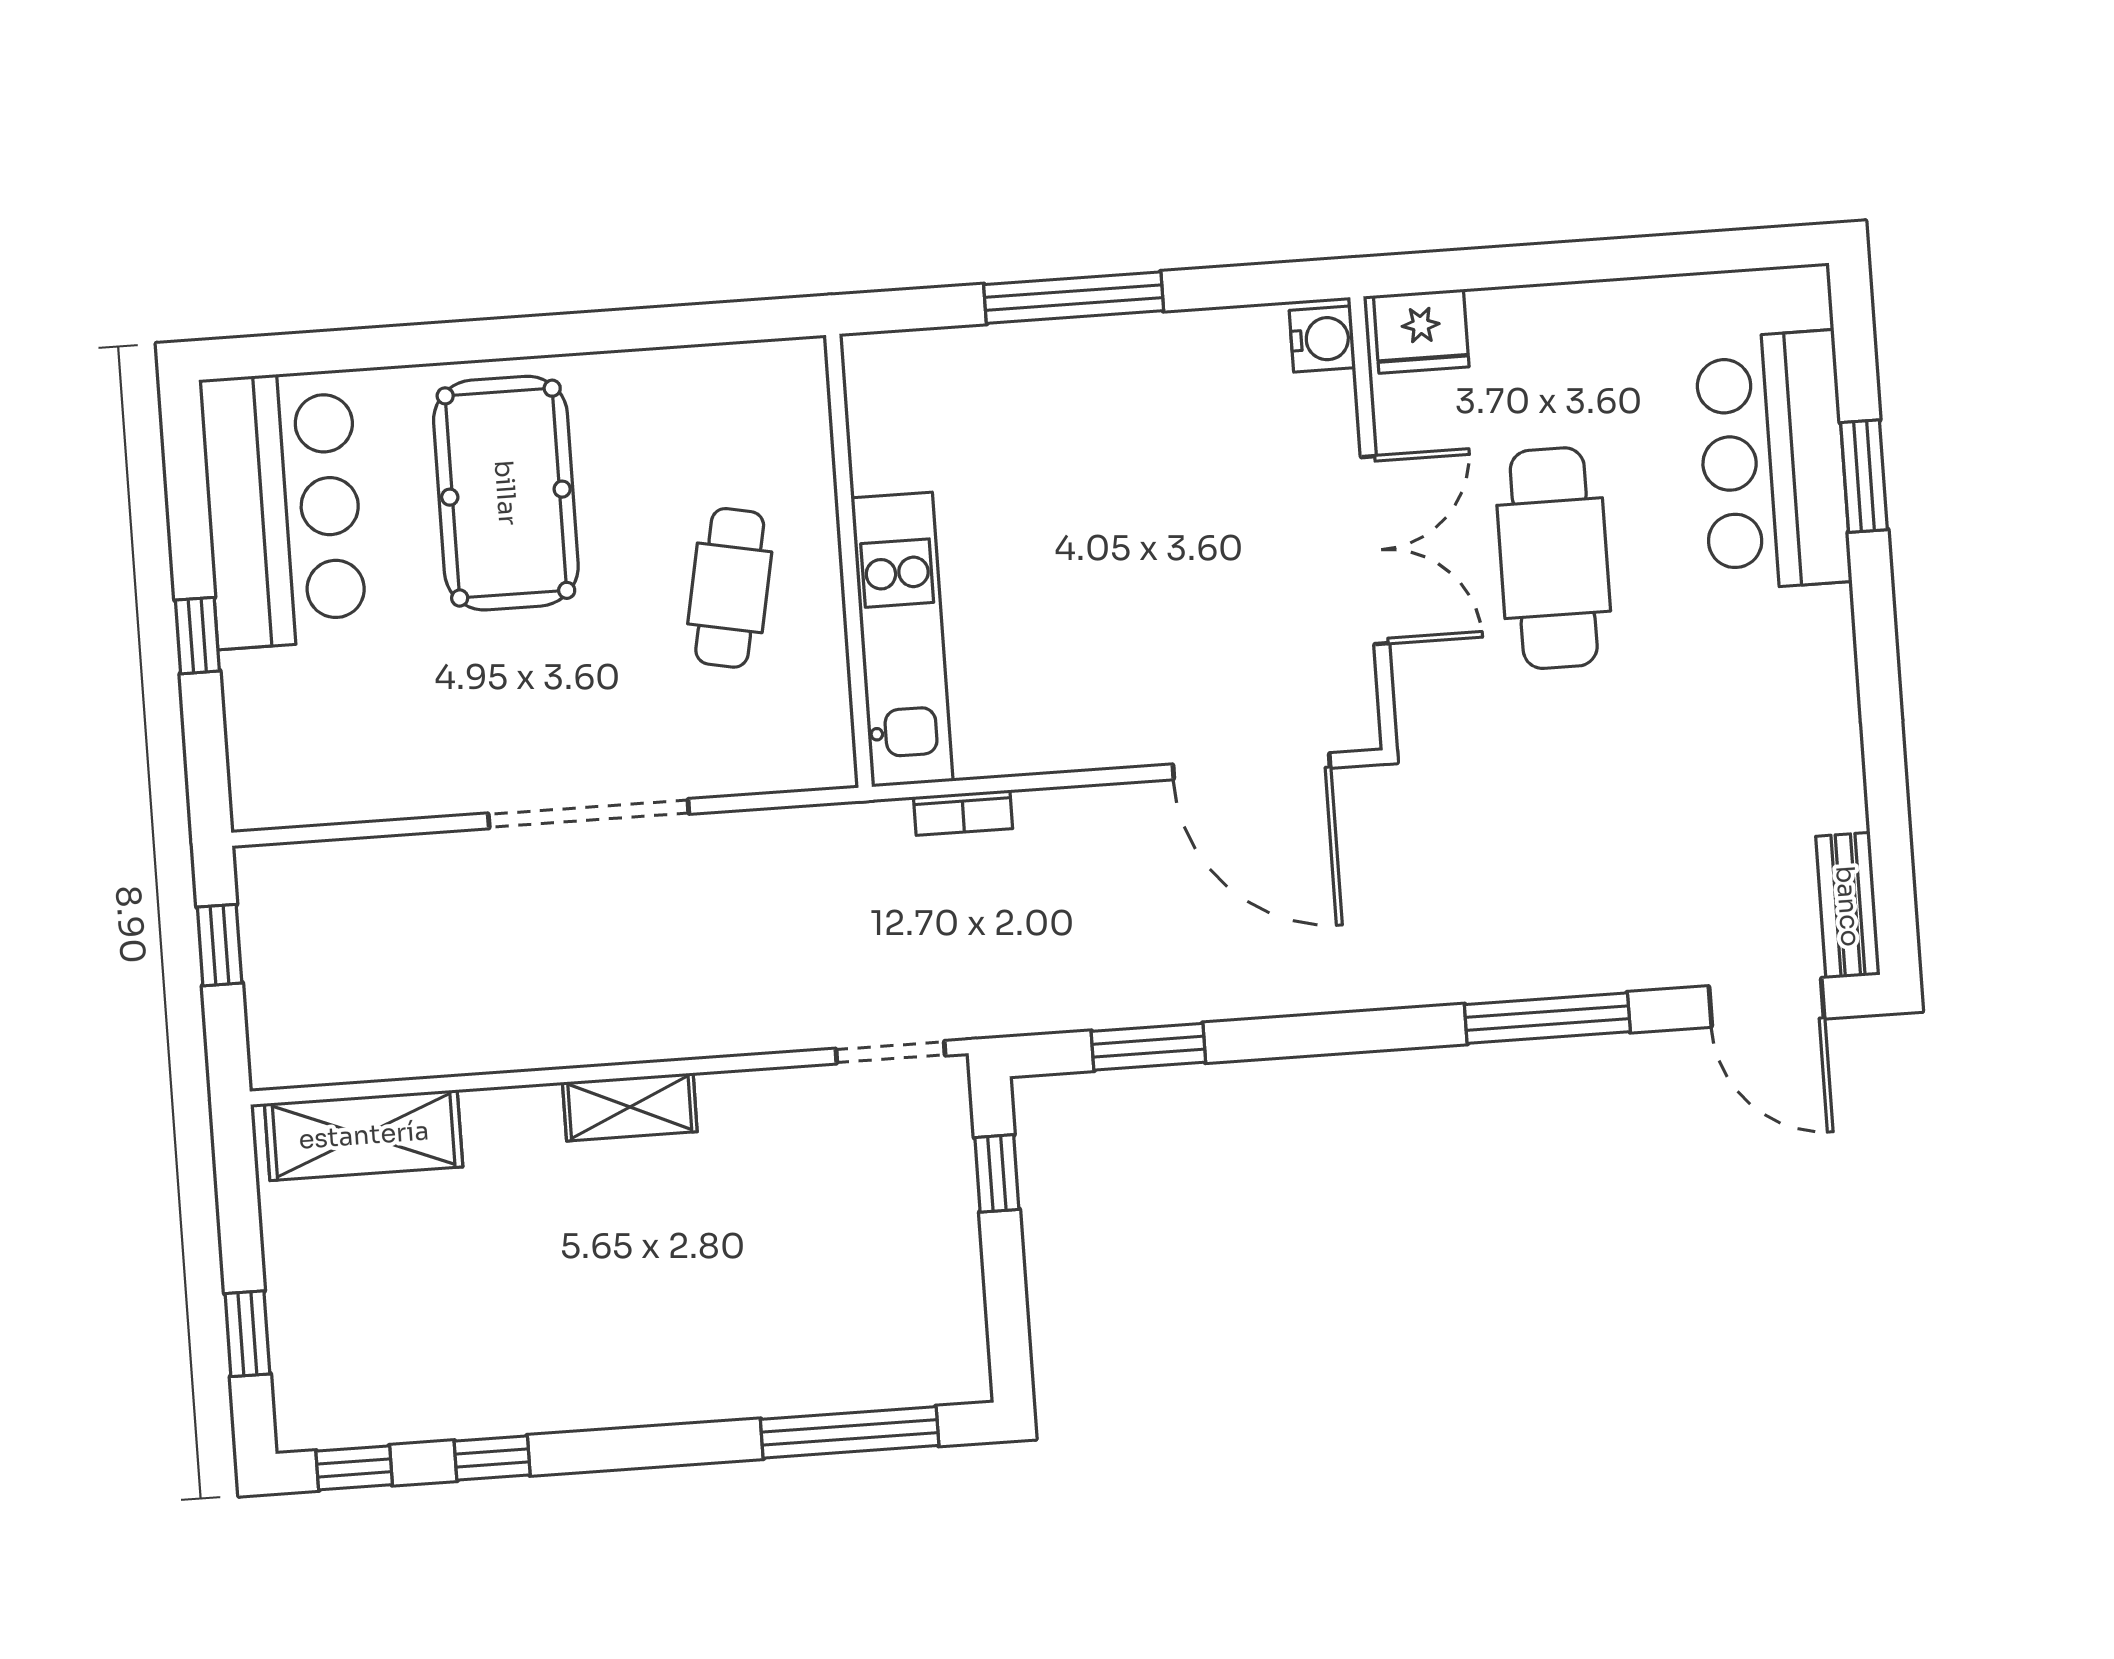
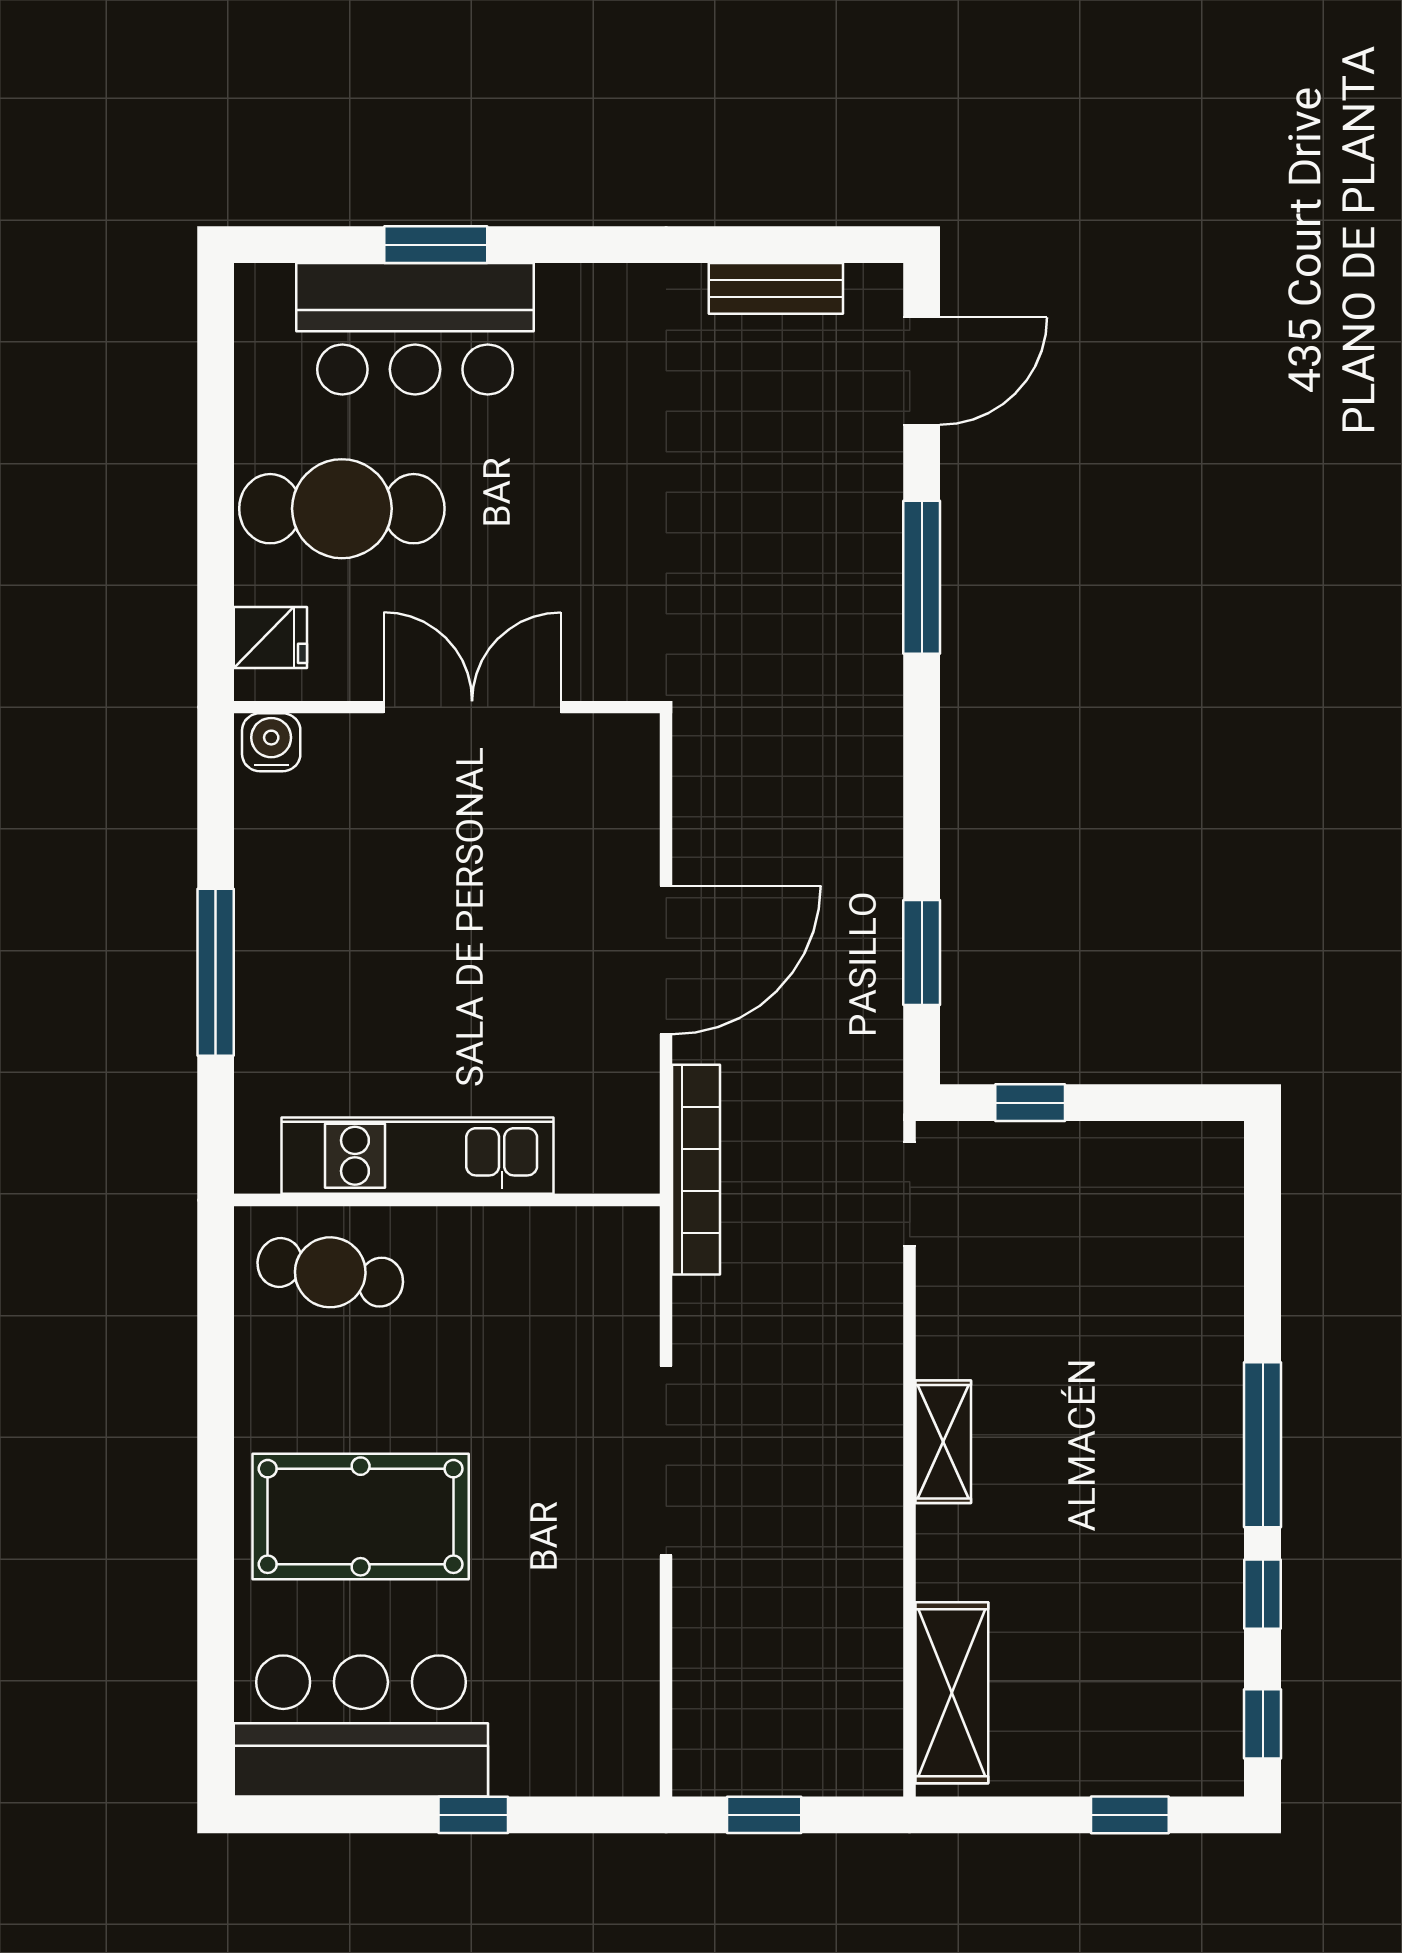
fridge: (1421, 331) -> (270, 637), width x0.72
cafe table: (1554, 558) -> (342, 509), moved
cafe table: (730, 588) -> (330, 1272), moved
kitchen unit: (902, 639) -> (417, 1156), moved
door: (1251, 766) -> (666, 960), moved
bookcase: (963, 813) -> (696, 1170), width x2.31, depth x1.31
bench: (1848, 906) -> (776, 288), moved
window: (850, 1432) -> (1263, 1445), moved

